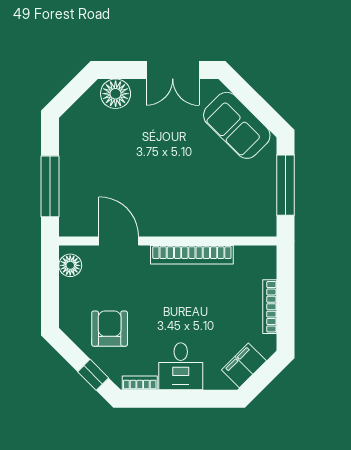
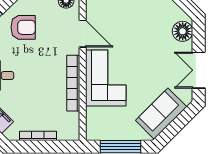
corner sofa: (184, 207) -> (106, 78), added
door: (119, 241) -> (83, 34), hinge flipped

